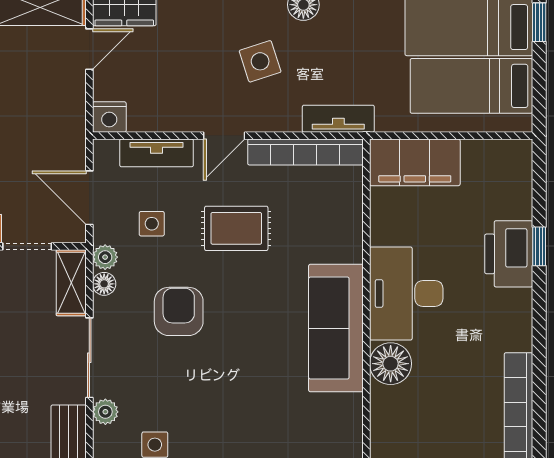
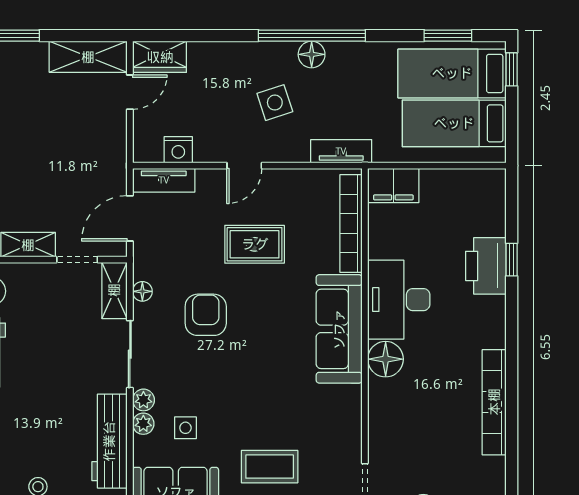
nightstand: (109, 117) -> (178, 150), moved
bookcase: (305, 152) -> (351, 224), moved, turned 90
tv unit: (157, 153) -> (164, 180), moved
filing cabinet: (415, 162) -> (393, 185), width x0.67, depth x0.86
door: (89, 198) -> (130, 218), hinge flipped
side table: (152, 224) -> (183, 240), removed
plant: (105, 257) -> (143, 424), moved

